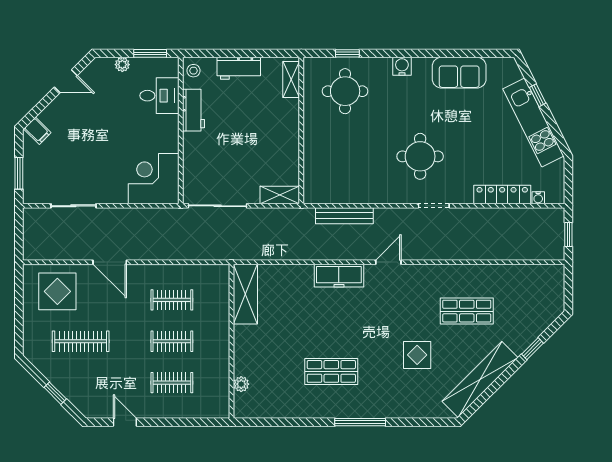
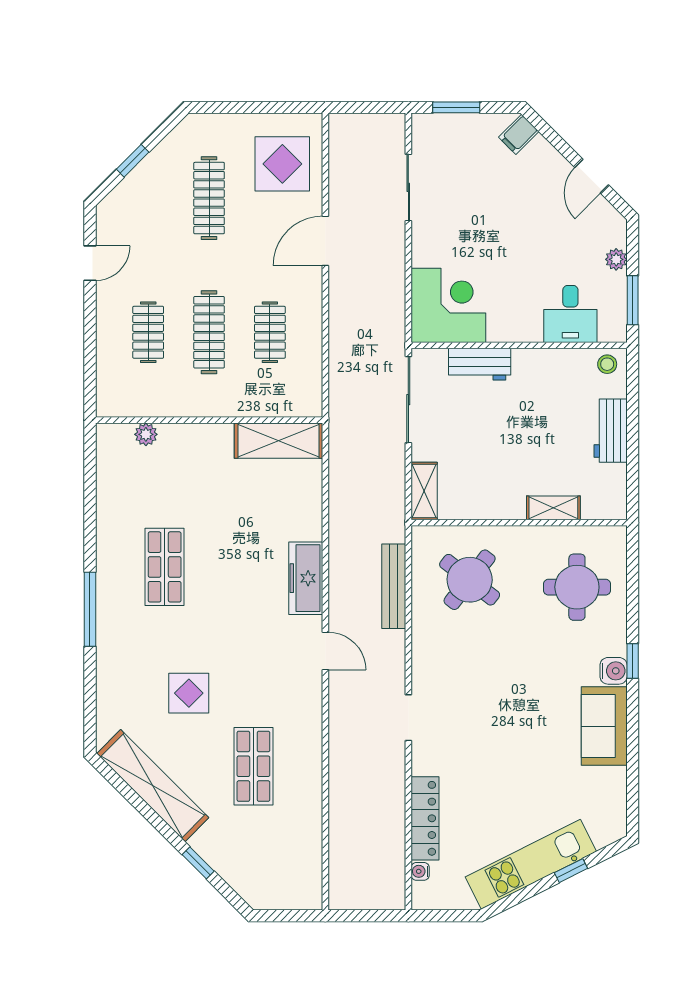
window: (347, 53) -> (633, 661), moved
sofa: (459, 73) -> (604, 726), moved
shelving: (291, 80) -> (553, 508), moved
workbench: (194, 110) -> (480, 364), moved
round table: (420, 156) -> (470, 580), moved, turned 38
window: (568, 235) -> (366, 916), removed
clothes rail: (172, 341) -> (209, 332), width x1.36

